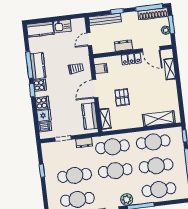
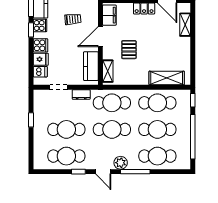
trolley: (76, 68) -> (73, 19), moved
filing cabinet: (101, 69) -> (109, 15), width x2.00

